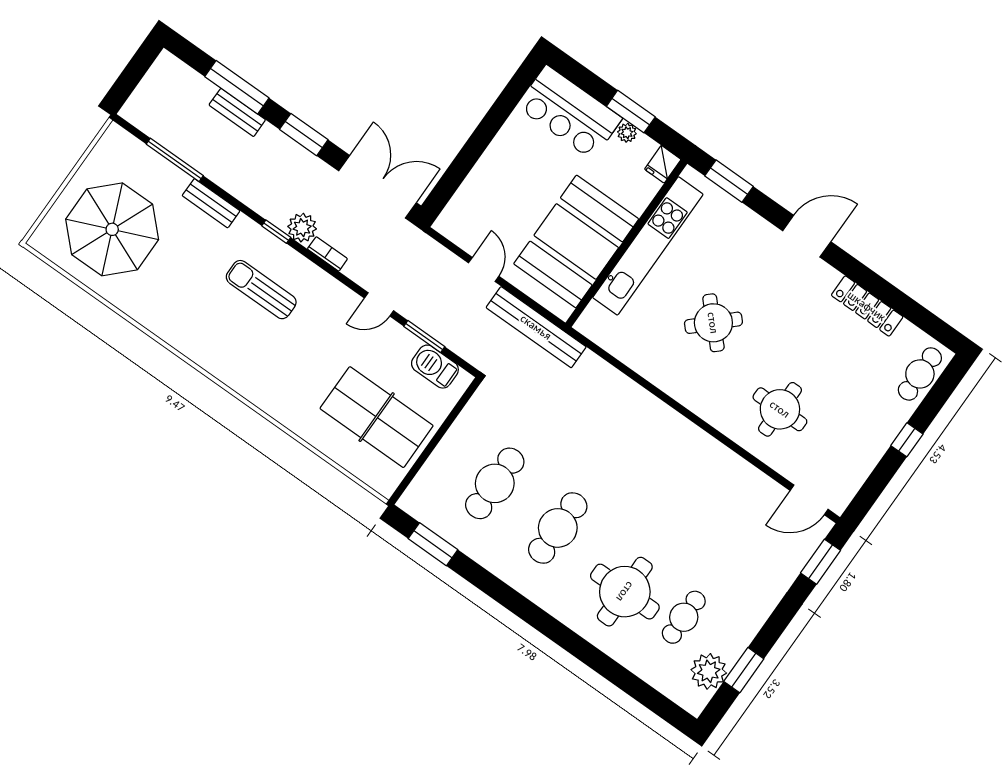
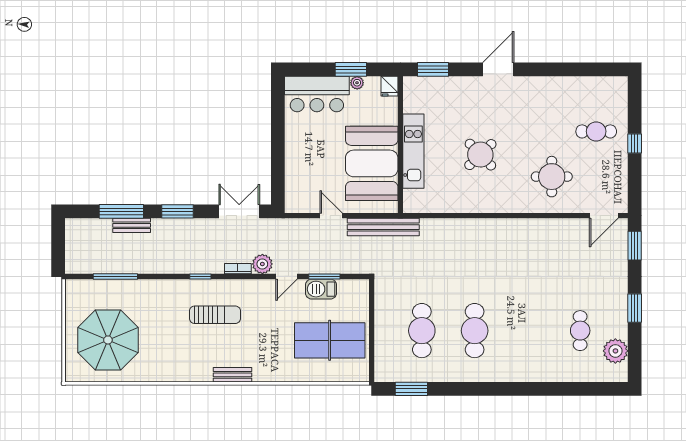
double door: (377, 187) -> (239, 211), width x0.73
bench: (211, 203) -> (233, 375), moved
plant: (302, 228) -> (262, 264), moved
kitchen unit: (648, 246) -> (413, 151), width x0.73
sun lounger: (261, 290) -> (215, 315), turned 180
locker: (867, 306) -> (560, 85), removed
barbecue: (435, 367) -> (321, 289), moved
cafe table: (920, 374) -> (596, 131), moved, turned 90
round table: (625, 592) -> (537, 340), removed
window: (744, 670) -> (635, 308), moved

